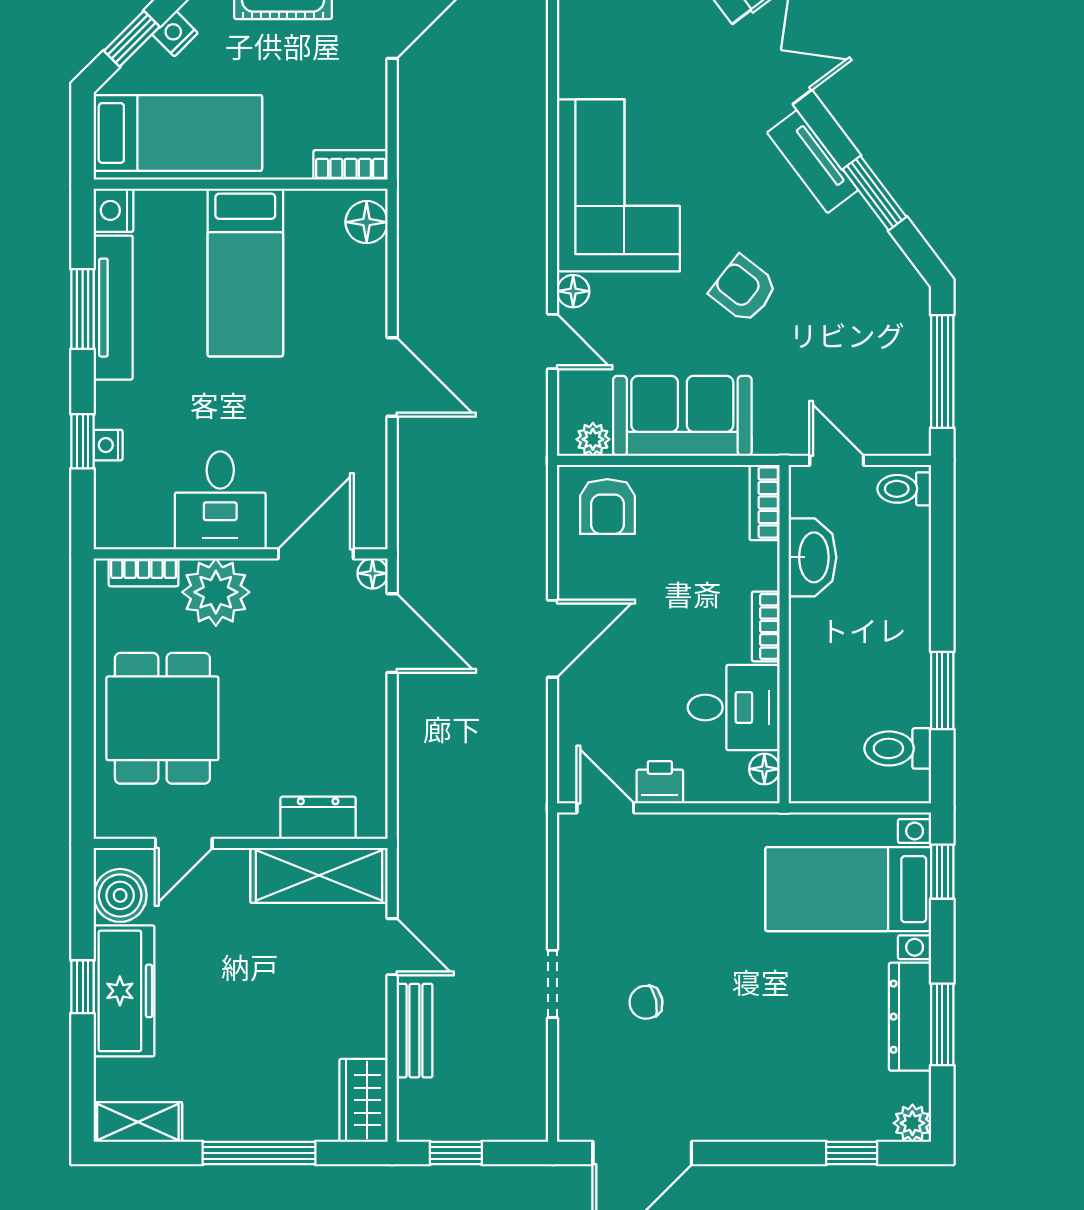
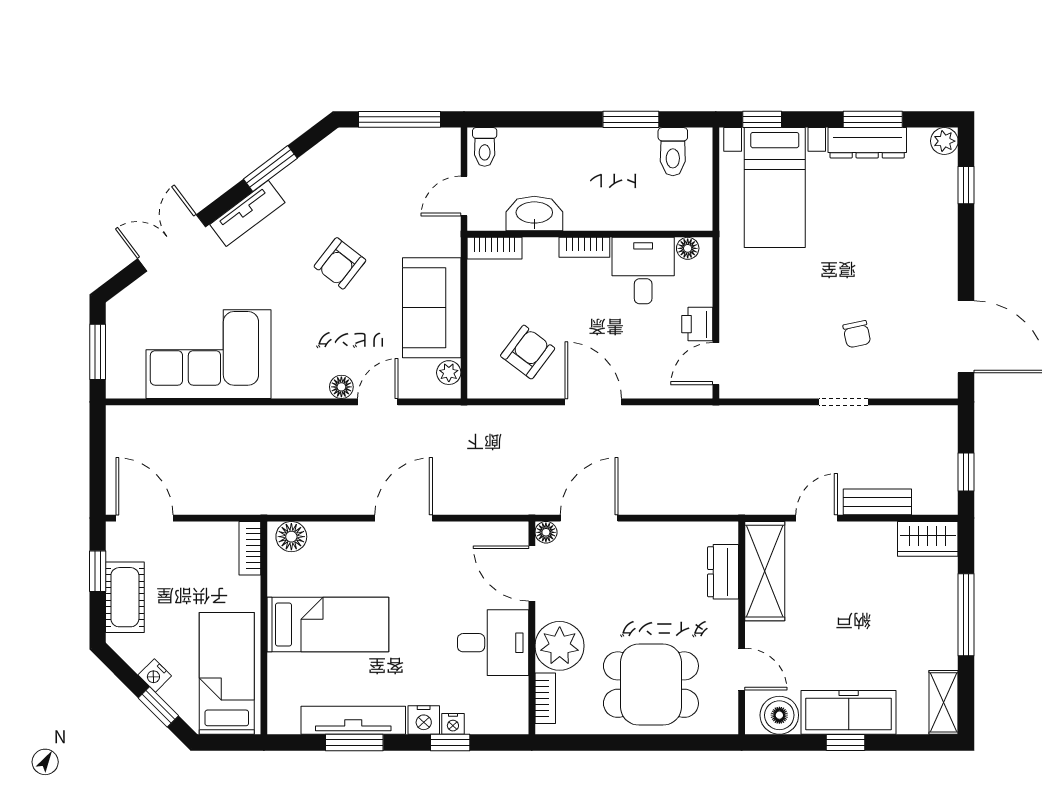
corner sofa: (618, 185) -> (209, 354), moved
nightstand: (113, 210) -> (424, 720), moved
armchair: (607, 507) -> (528, 352), moved, turned -53

